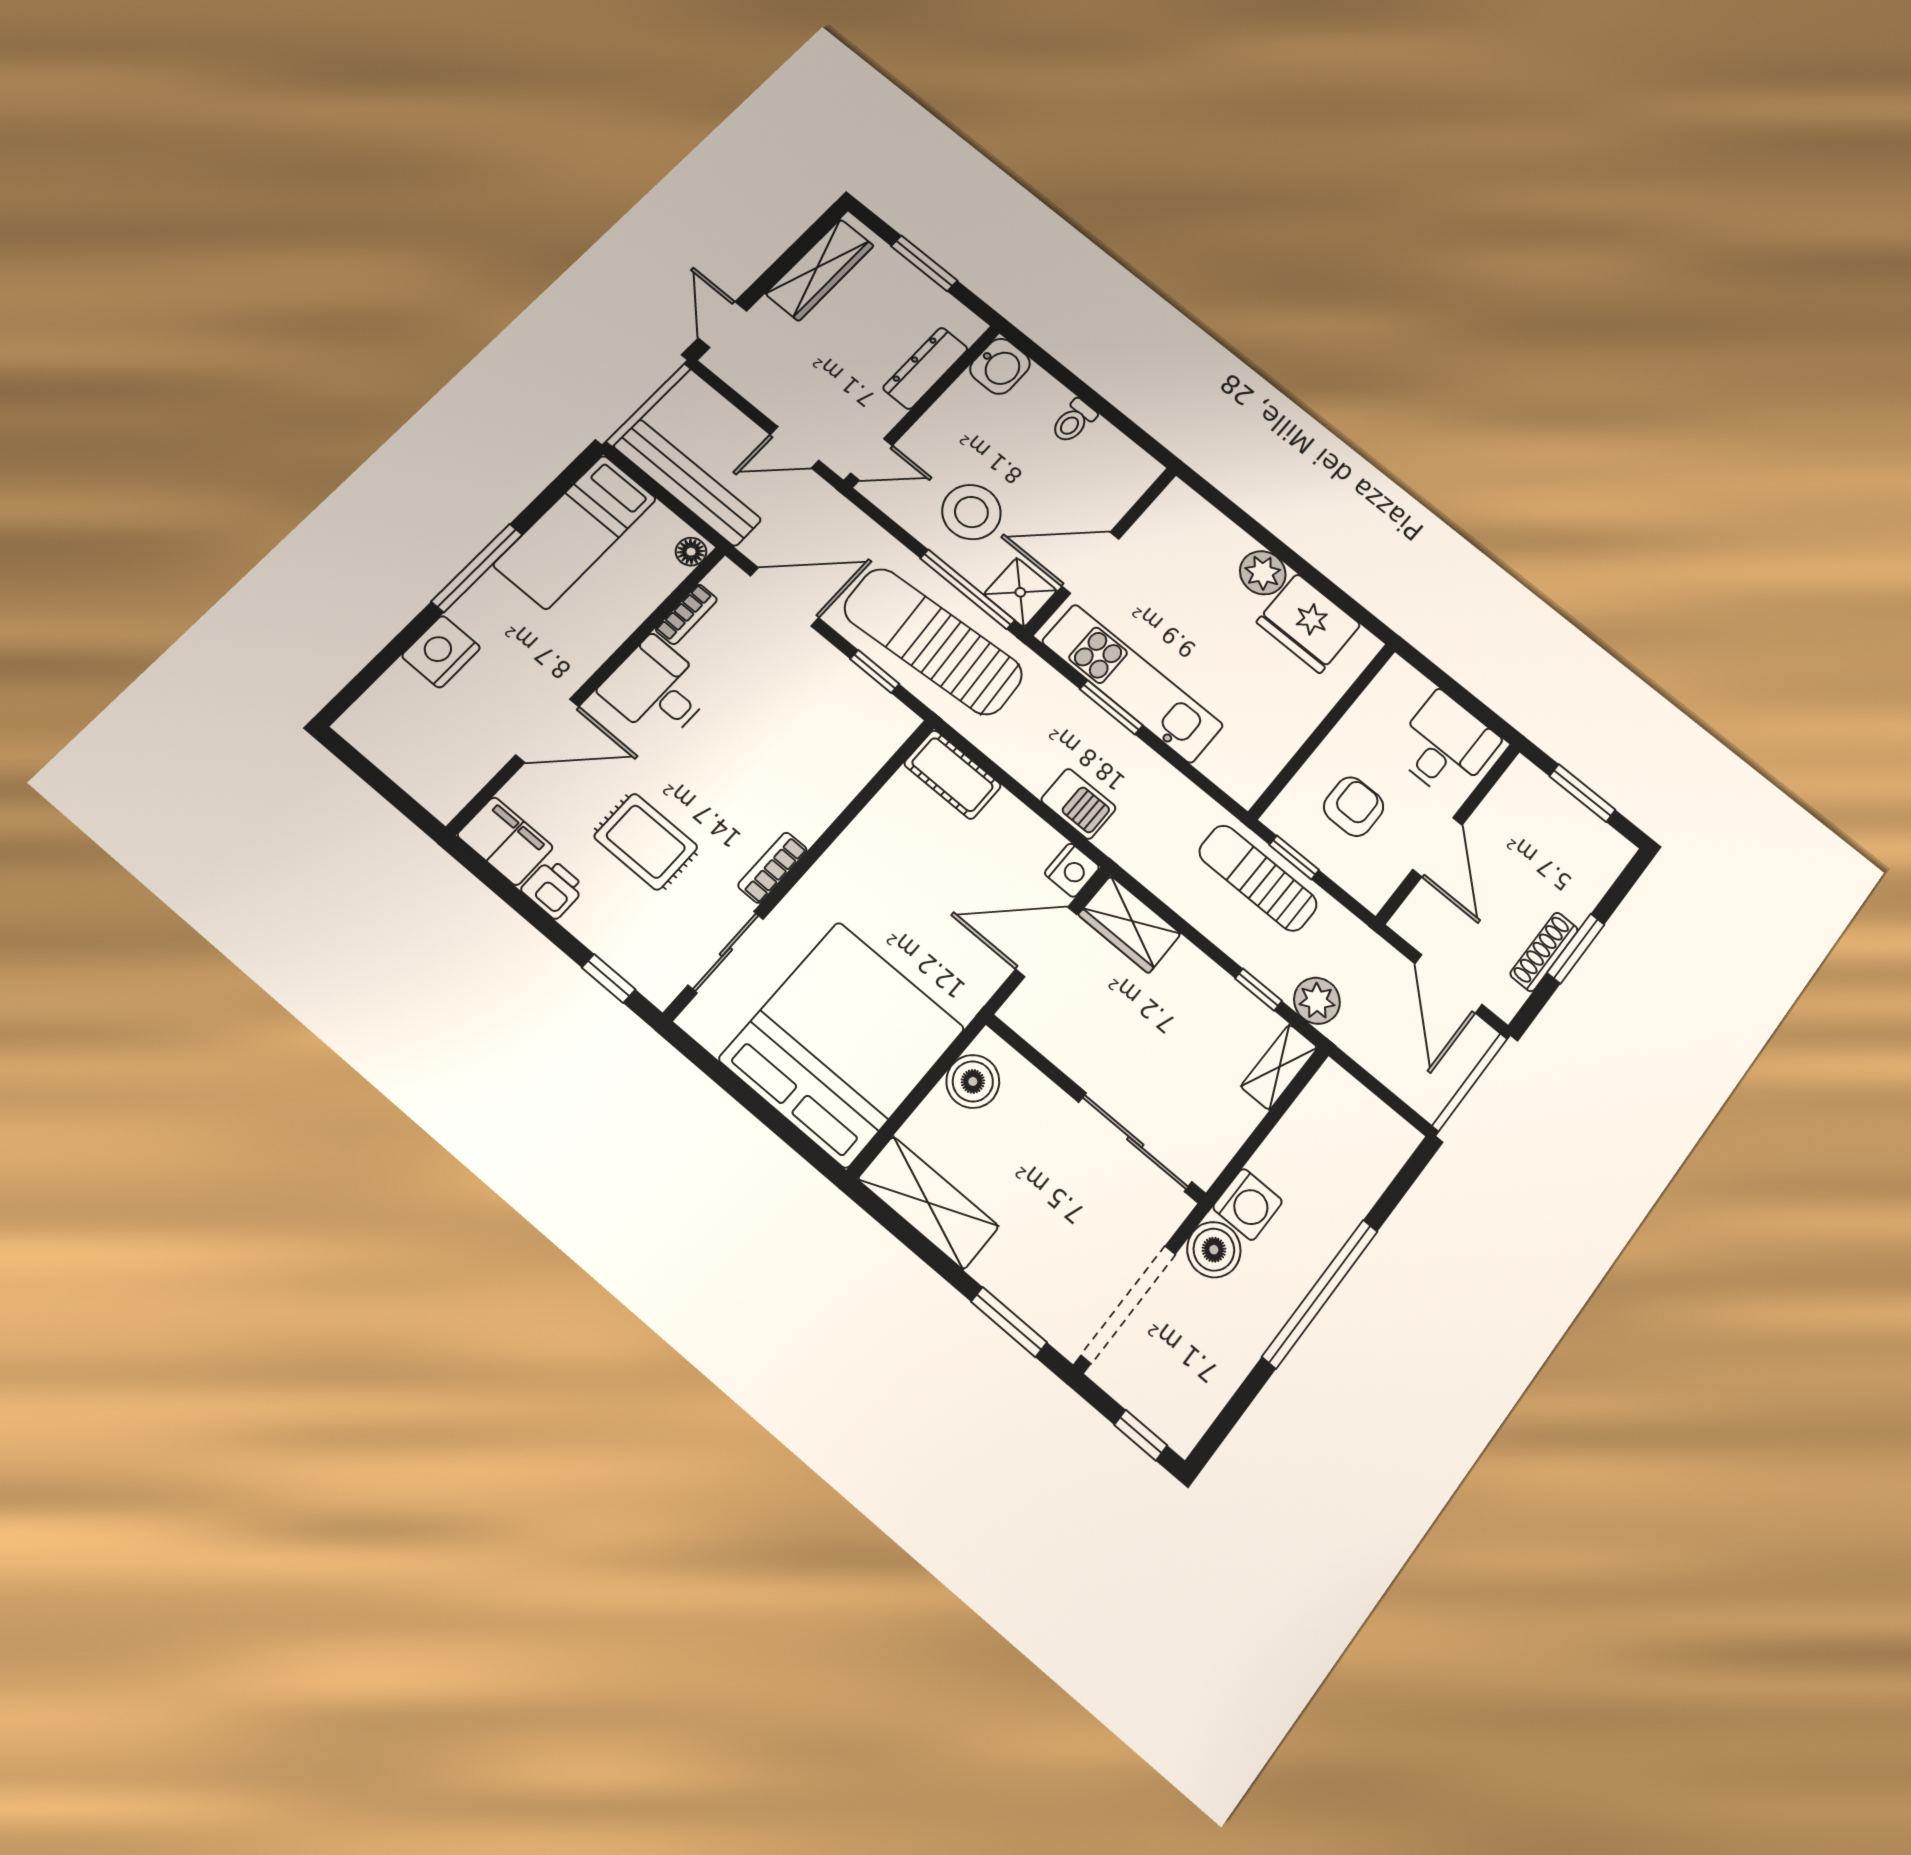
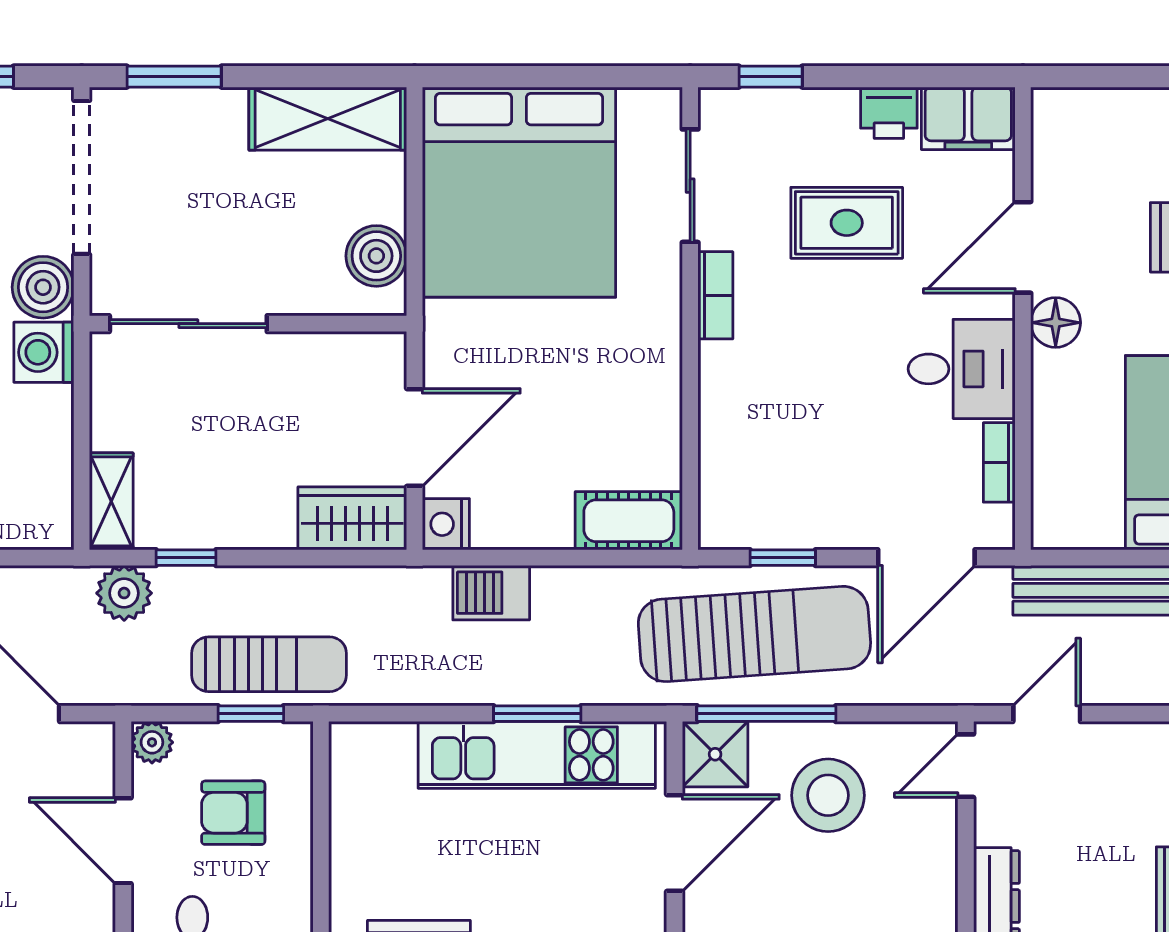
floor lamp: (691, 552) -> (1056, 323), moved, width x1.37, depth x1.37
armchair: (1354, 807) -> (233, 813), turned 90
plant: (1372, 892) -> (152, 742), added

